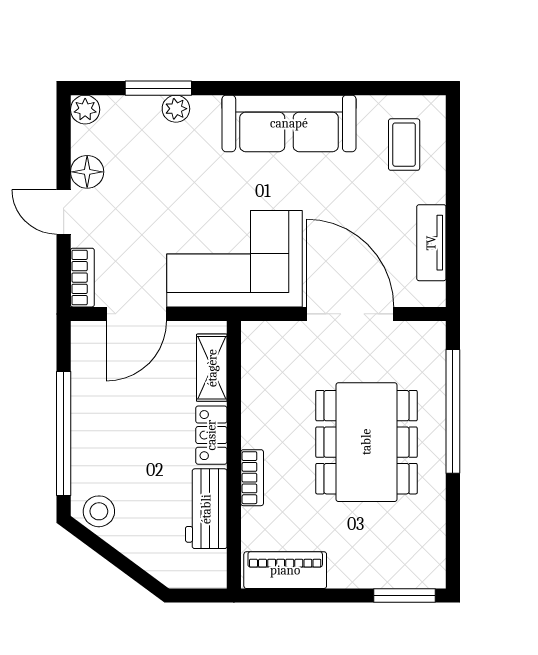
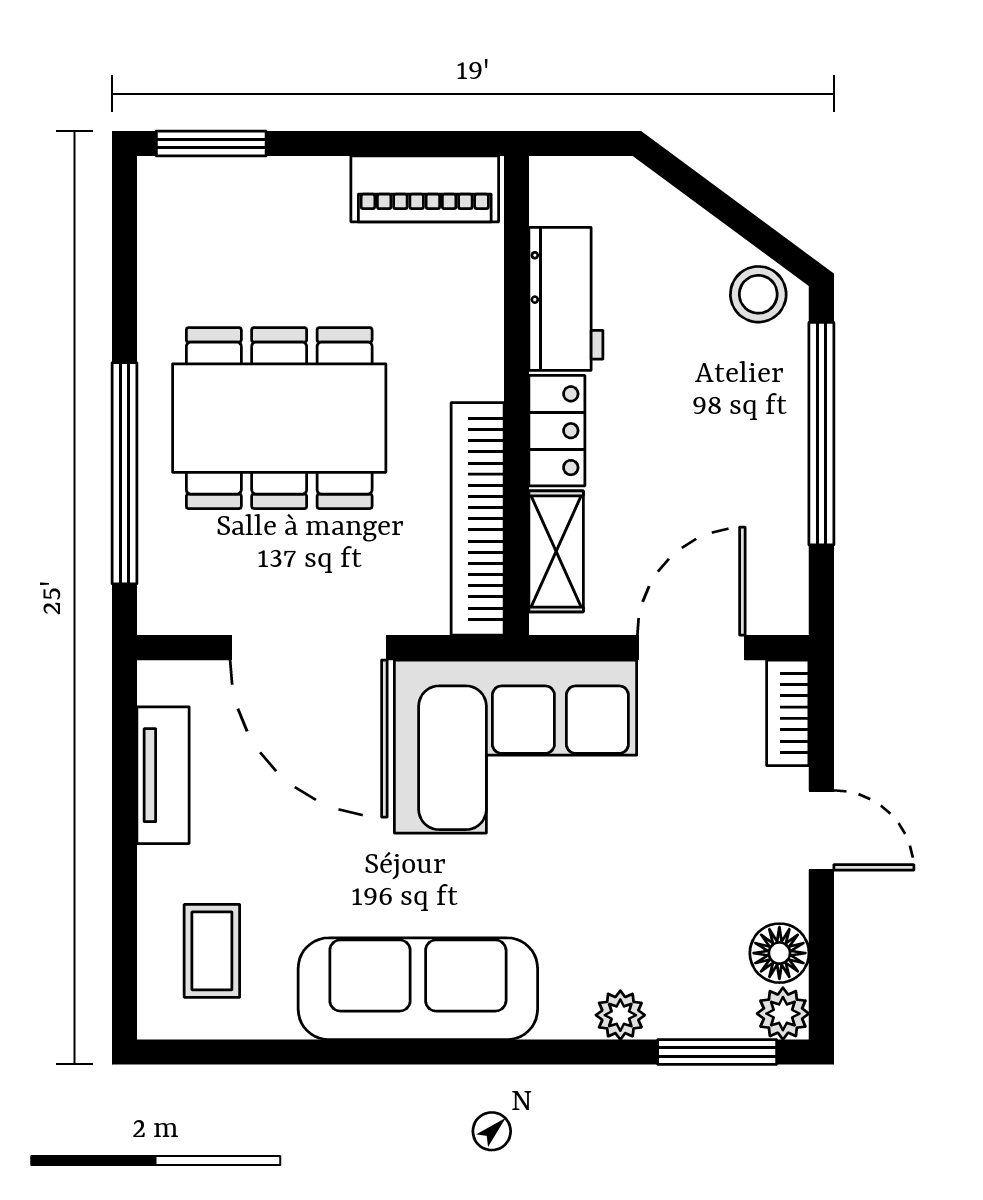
window: (158, 88) -> (717, 1052), moved
floor lamp: (87, 172) -> (779, 953), moved
dining table: (366, 442) -> (279, 418), turned 90
bookcase: (252, 478) -> (478, 519), moved, width x2.31, depth x1.31

